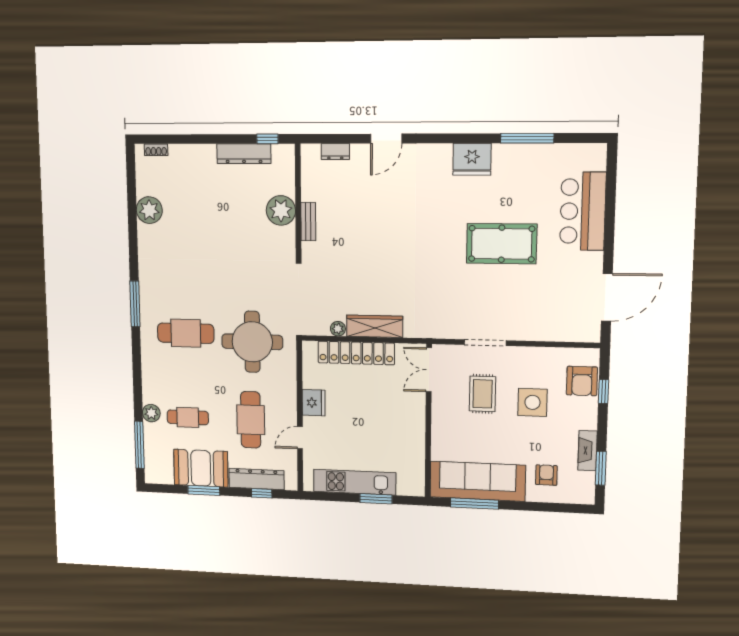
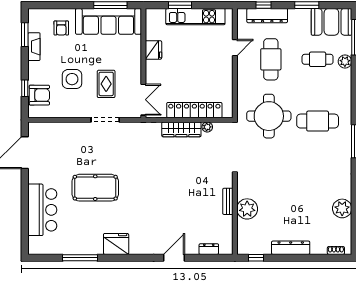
dresser: (244, 154) -> (291, 248), moved
armchair: (582, 381) -> (39, 95), turned 90
fridge: (314, 403) -> (153, 50), moved, turned 180
booth: (201, 468) -> (331, 22), moved

